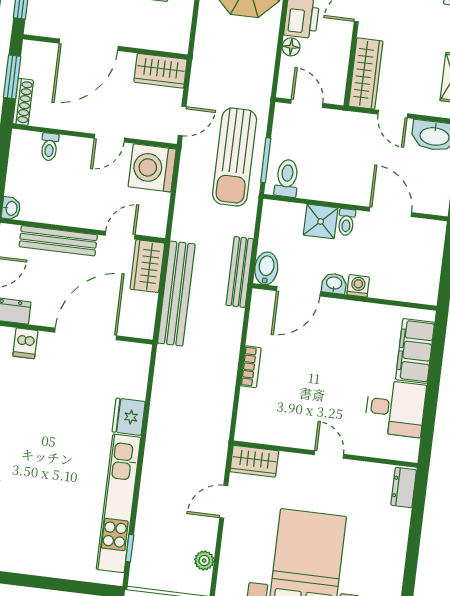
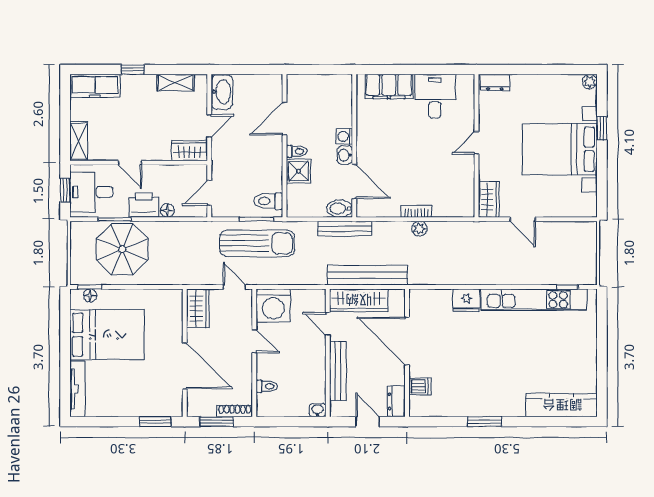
wardrobe: (366, 74) -> (190, 151), width x0.67
wardrobe: (147, 266) -> (359, 300), width x1.50
plant: (204, 561) -> (419, 229), moved

